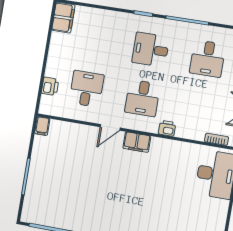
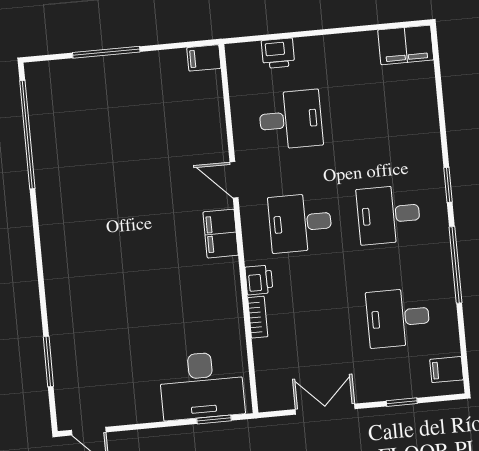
desk: (151, 50) -> (389, 215), turned -90
bookcase: (216, 139) -> (258, 317), moved

